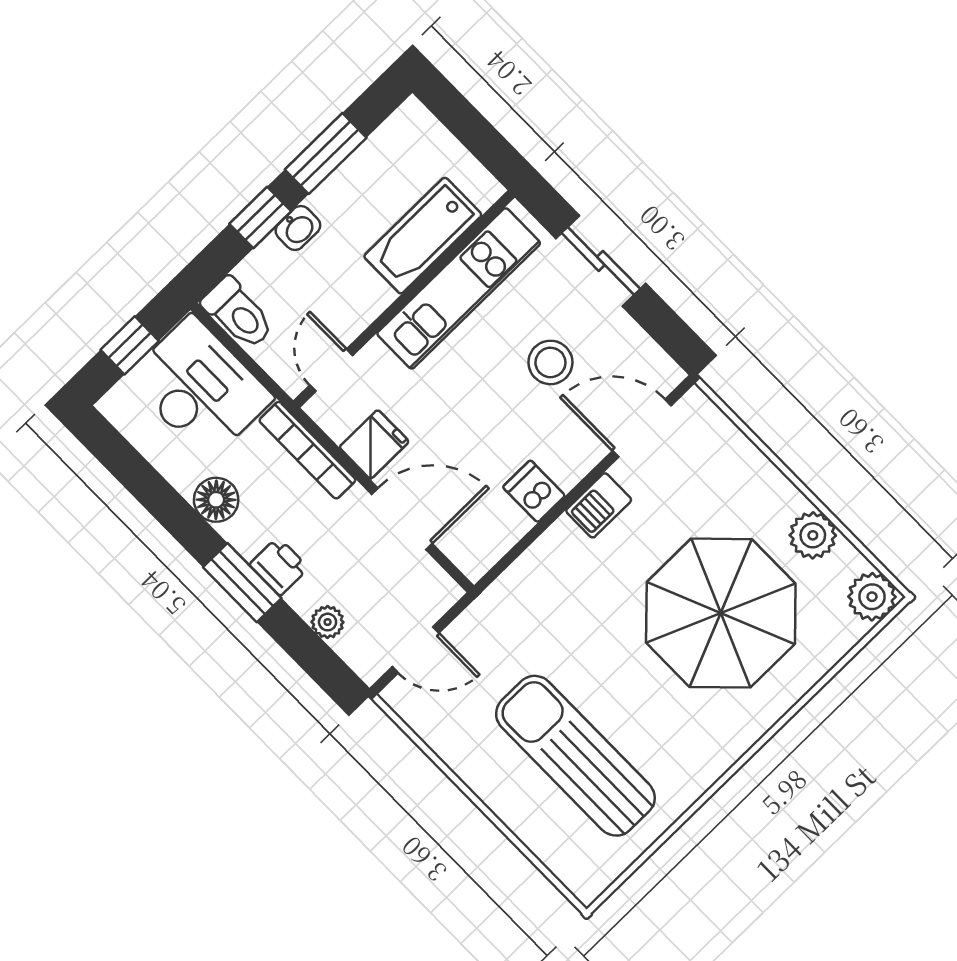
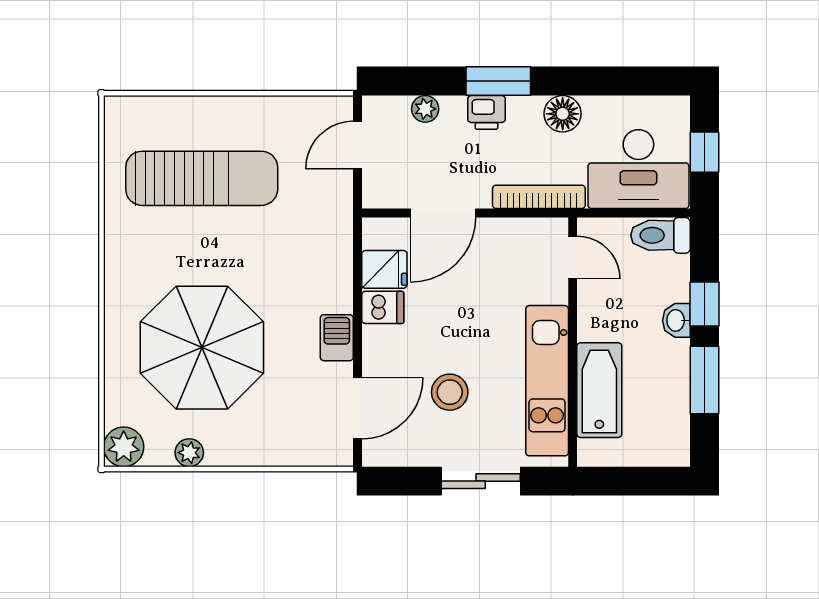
fridge: (374, 444) -> (384, 269), moved, turned -90
plant: (813, 535) -> (189, 453), width x0.73, depth x0.73

